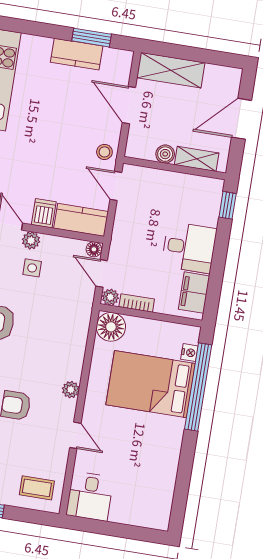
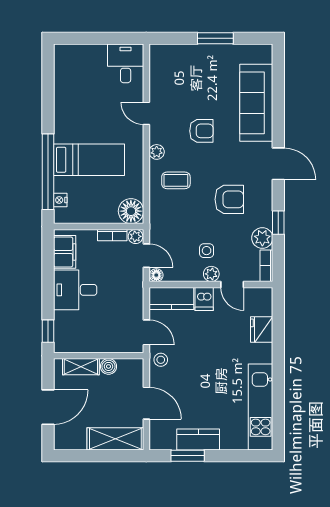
bed: (151, 384) -> (89, 160), width x0.67
coffee table: (37, 488) -> (176, 180), moved

